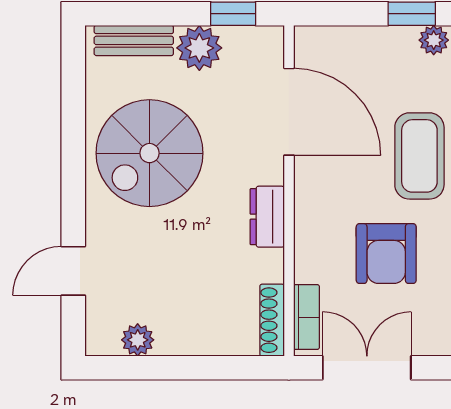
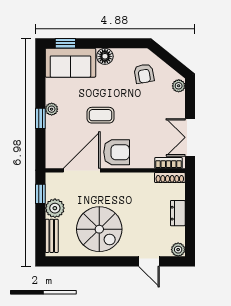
coffee table: (419, 156) -> (100, 115), width x0.73, depth x0.77
dresser: (267, 217) -> (178, 213), moved, turned 90
armchair: (386, 254) -> (117, 152), moved
plant: (138, 340) -> (178, 250), moved

